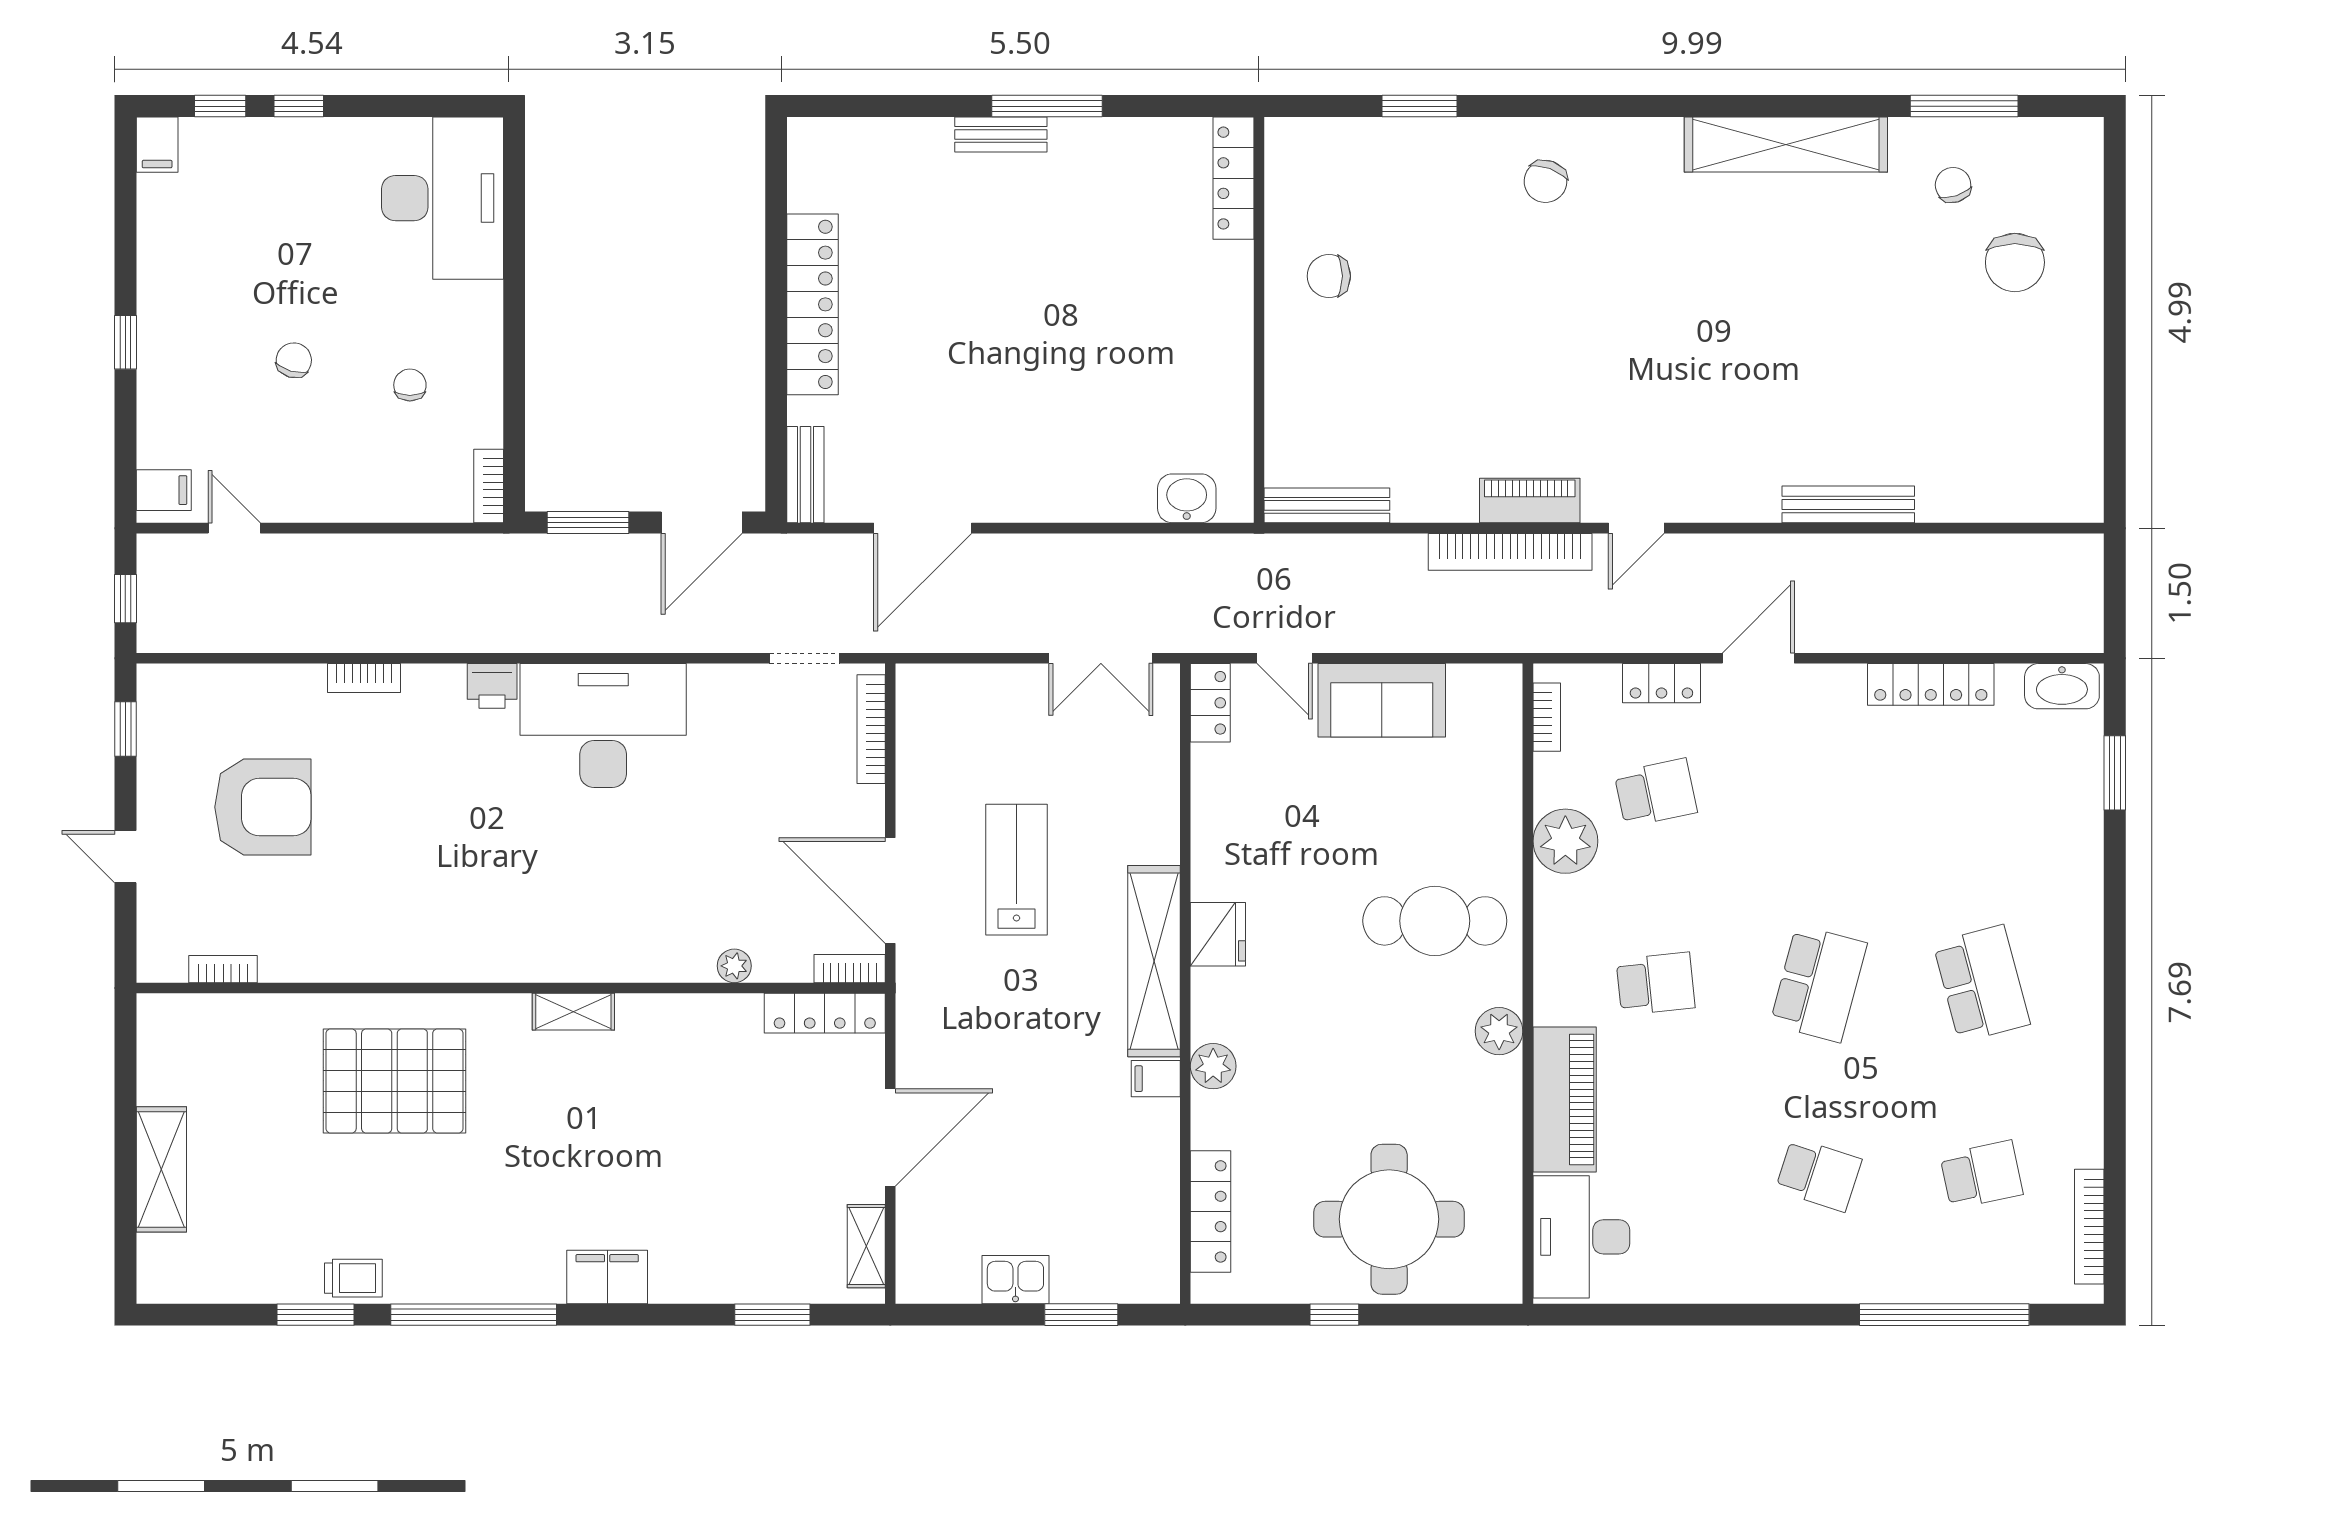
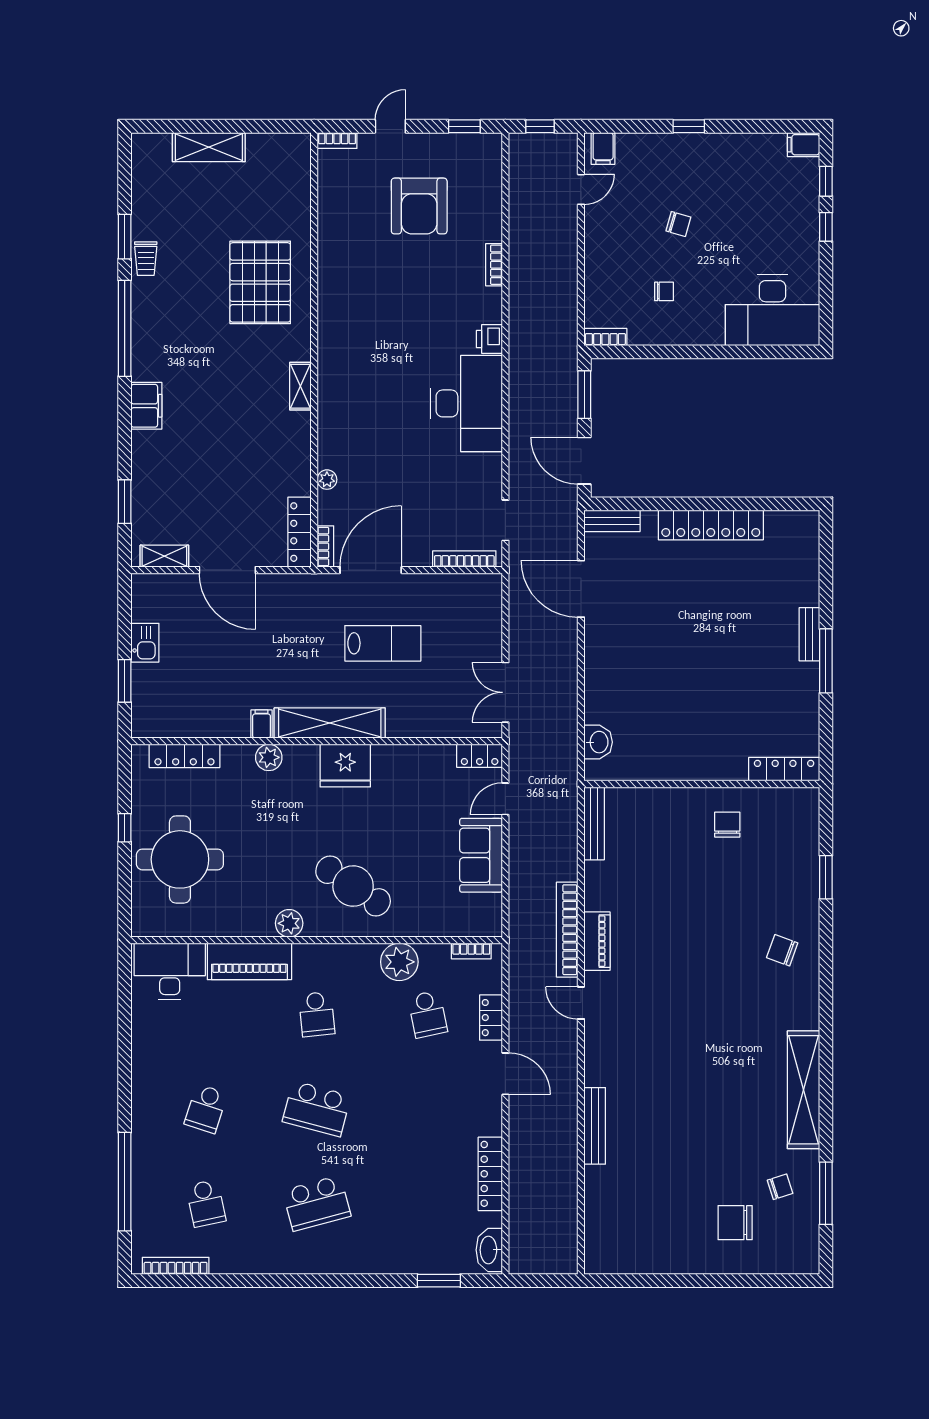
cafe table: (1435, 921) -> (353, 886), turned -56
fridge: (1218, 934) -> (345, 766), width x1.36, depth x1.34
bookcase: (223, 969) -> (337, 141), moved, turned 90

